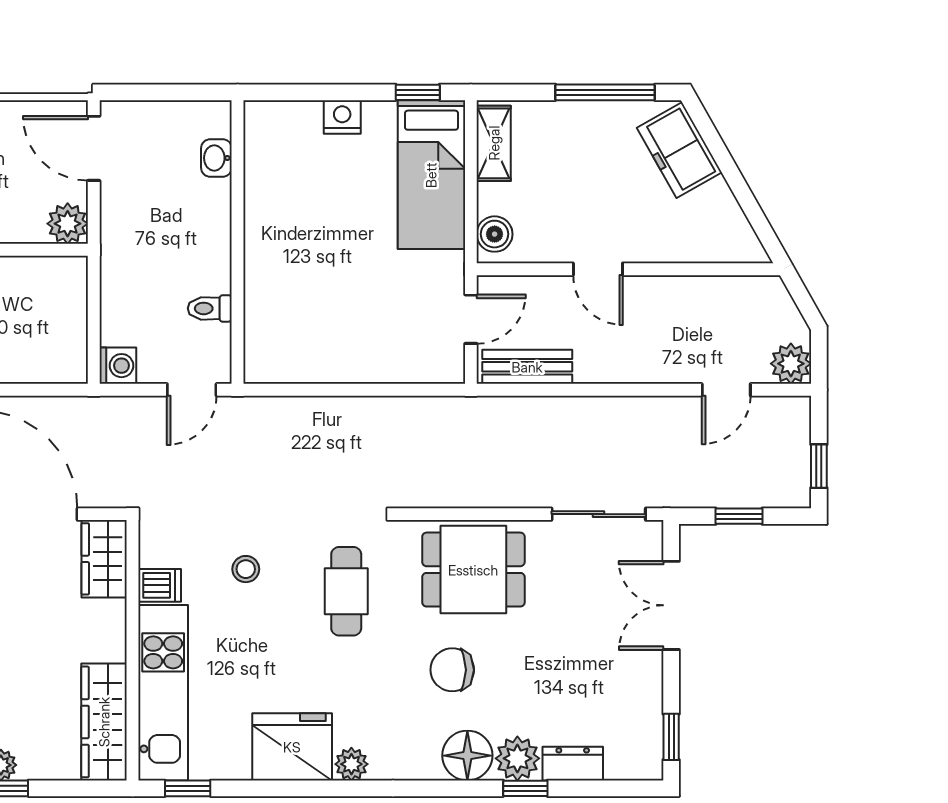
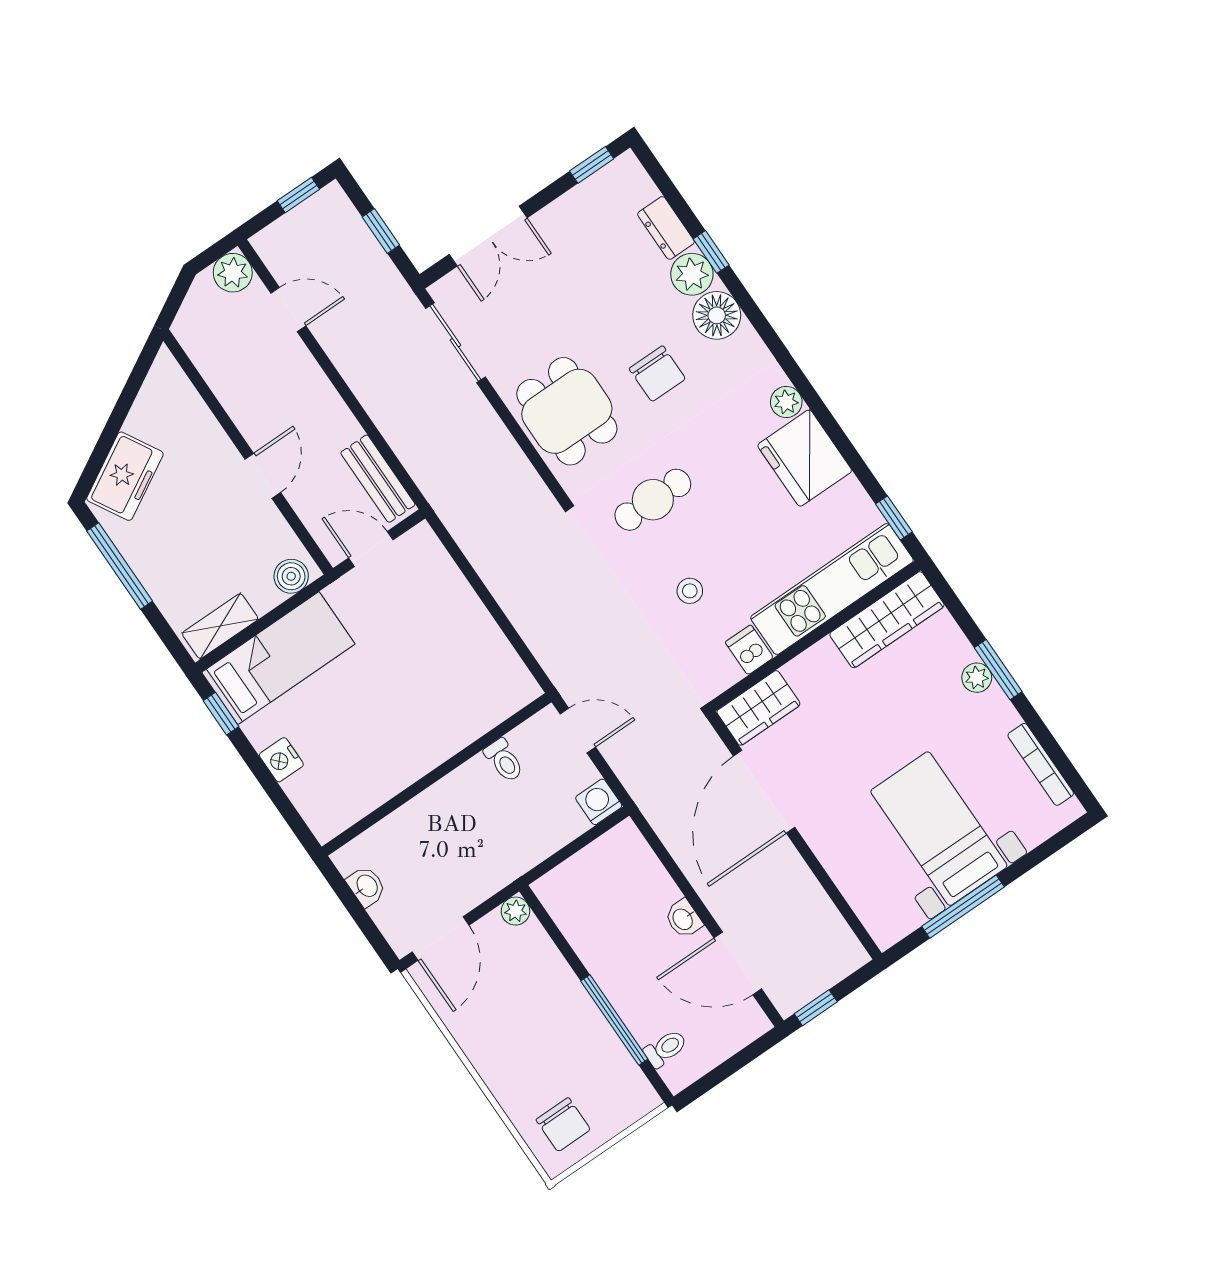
washbasin: (216, 158) -> (366, 886), moved, turned -90
plant: (68, 224) -> (515, 911), width x0.73, depth x0.73

